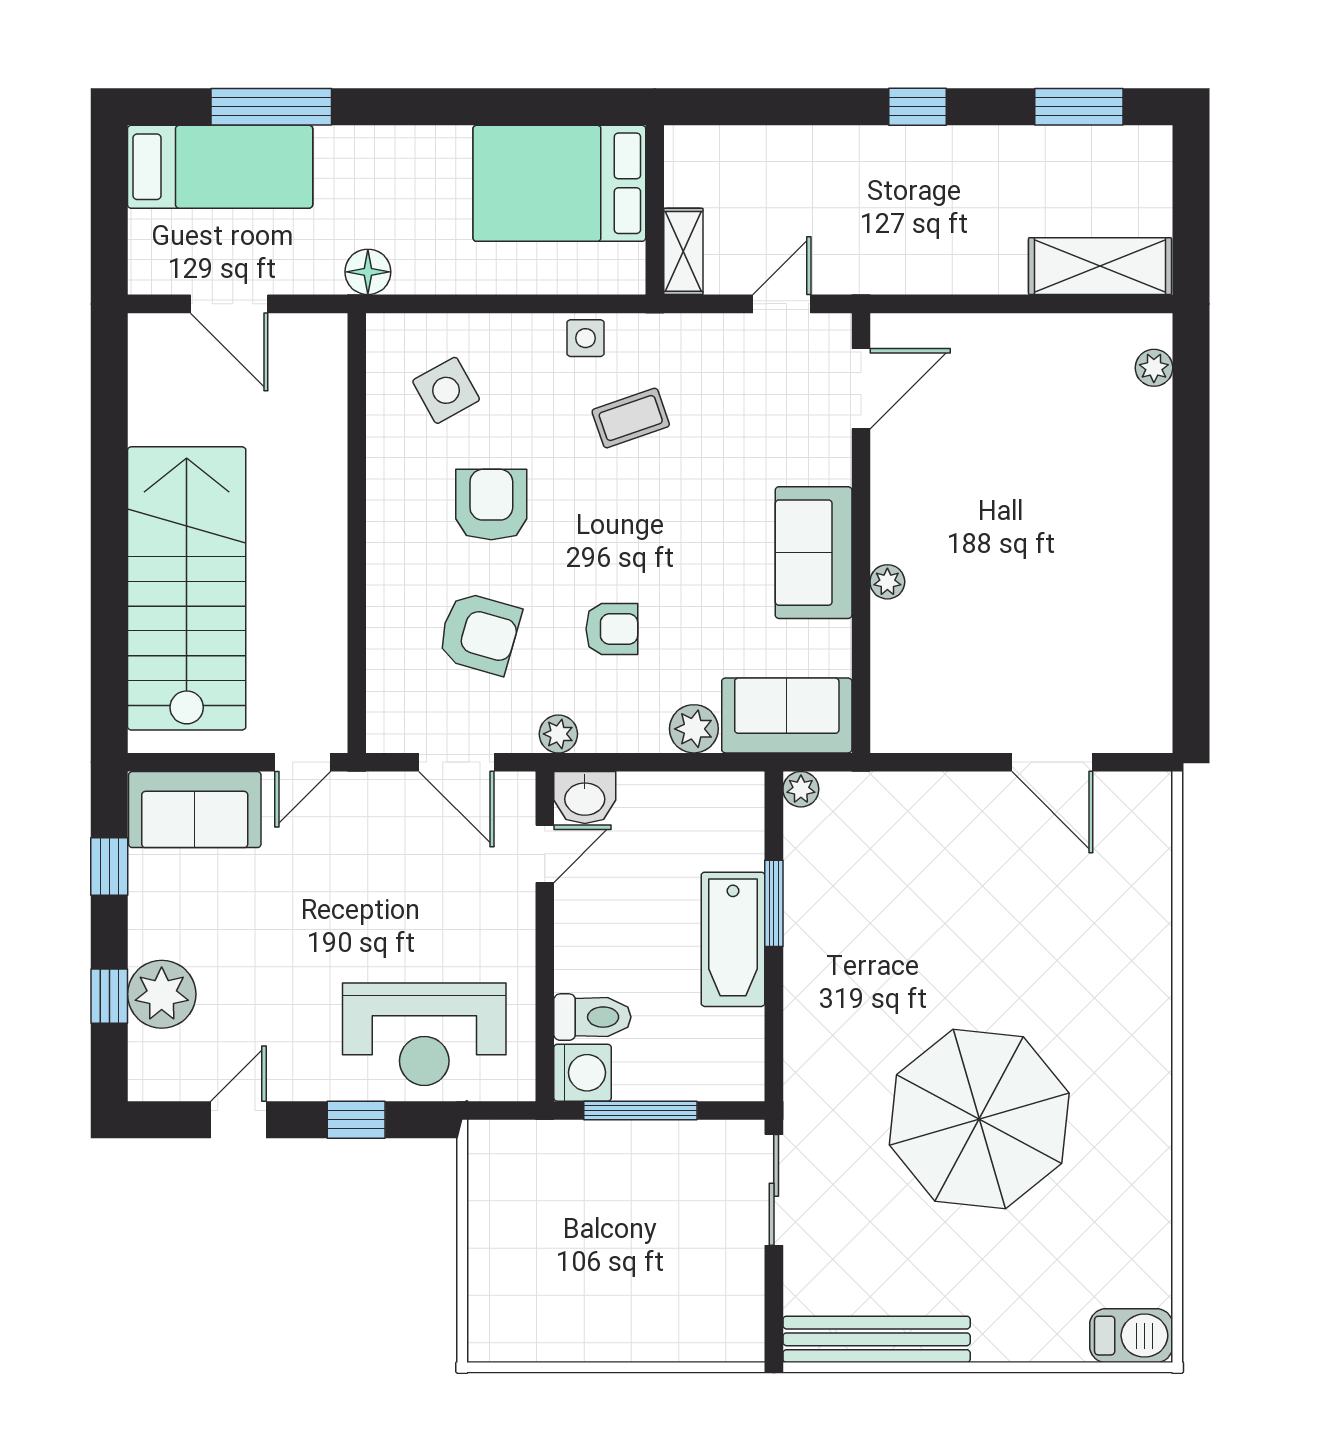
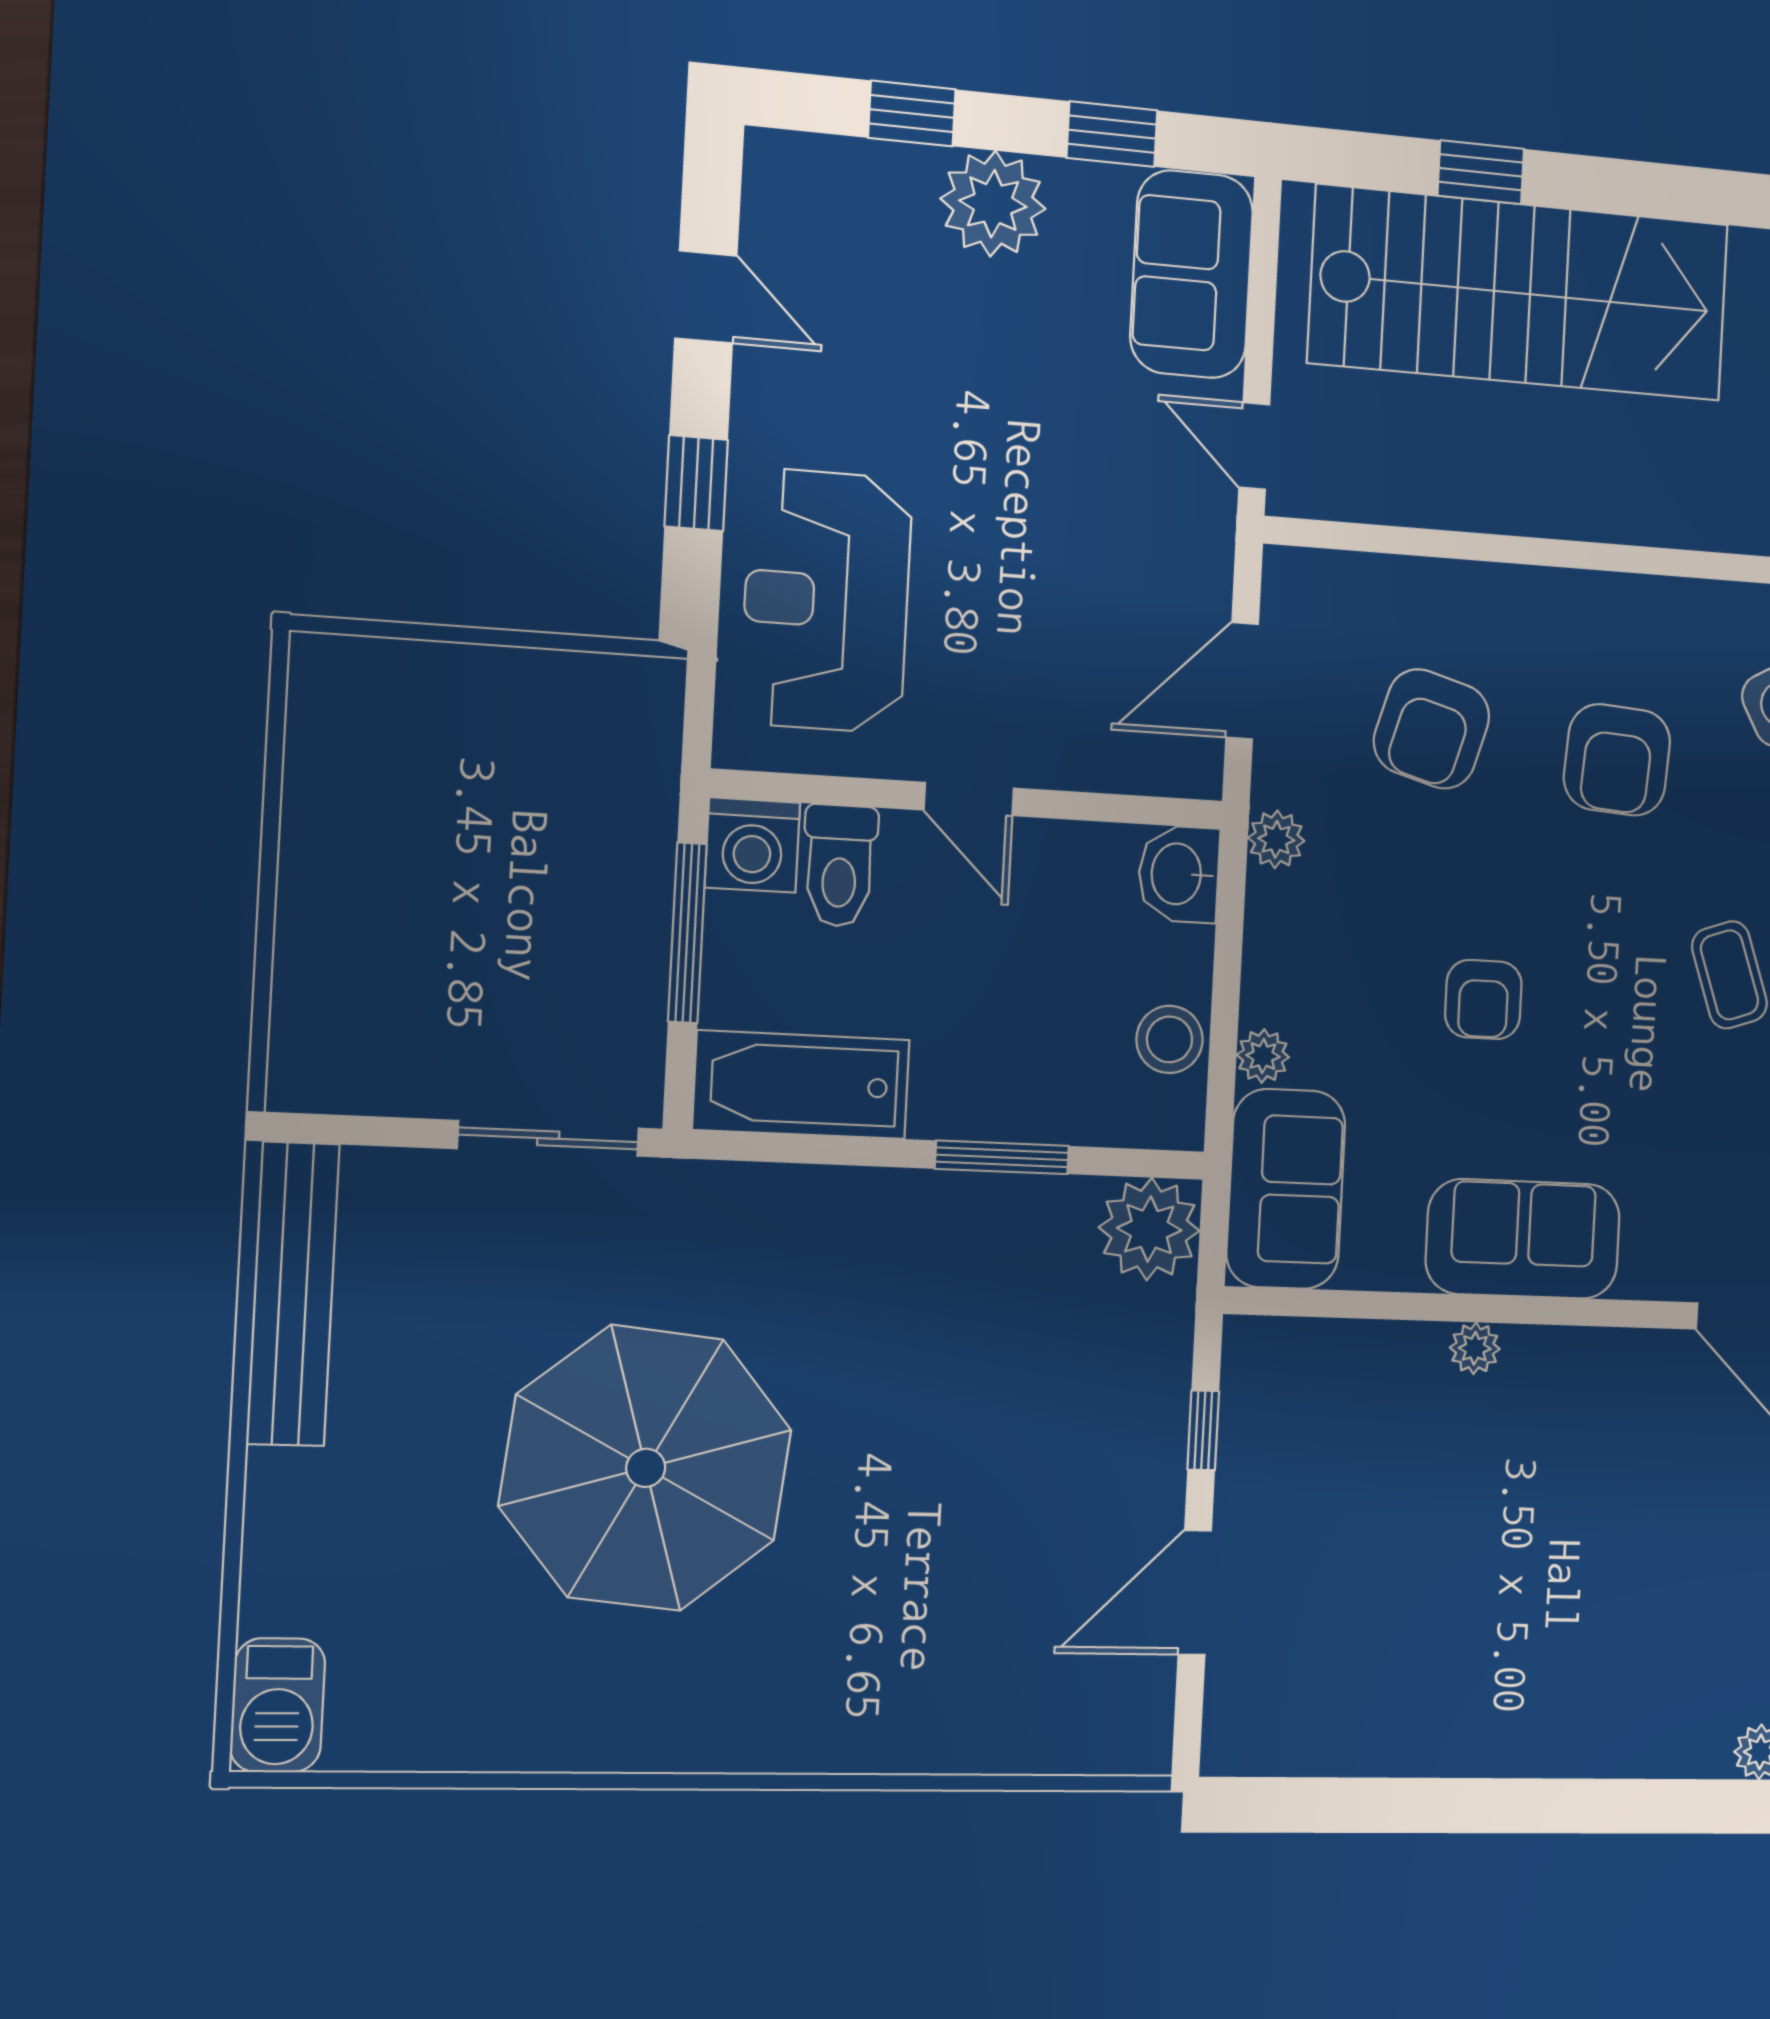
armchair: (491, 505) -> (1617, 760), turned 94
window: (109, 619) -> (1481, 172), added
armchair: (612, 629) -> (1483, 999), moved
plant: (694, 729) -> (1263, 1056), width x0.73, depth x0.73
window: (946, 762) -> (1203, 1430), added
plant: (801, 789) -> (1149, 1229), width x1.88, depth x1.88
stool: (693, 798) -> (1170, 1039), added
door: (545, 854) -> (969, 799), moved
bathtub: (733, 939) -> (801, 1085), moved
plant: (162, 994) -> (993, 204), moved

